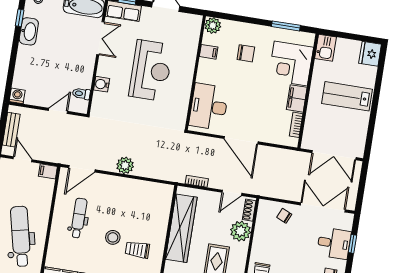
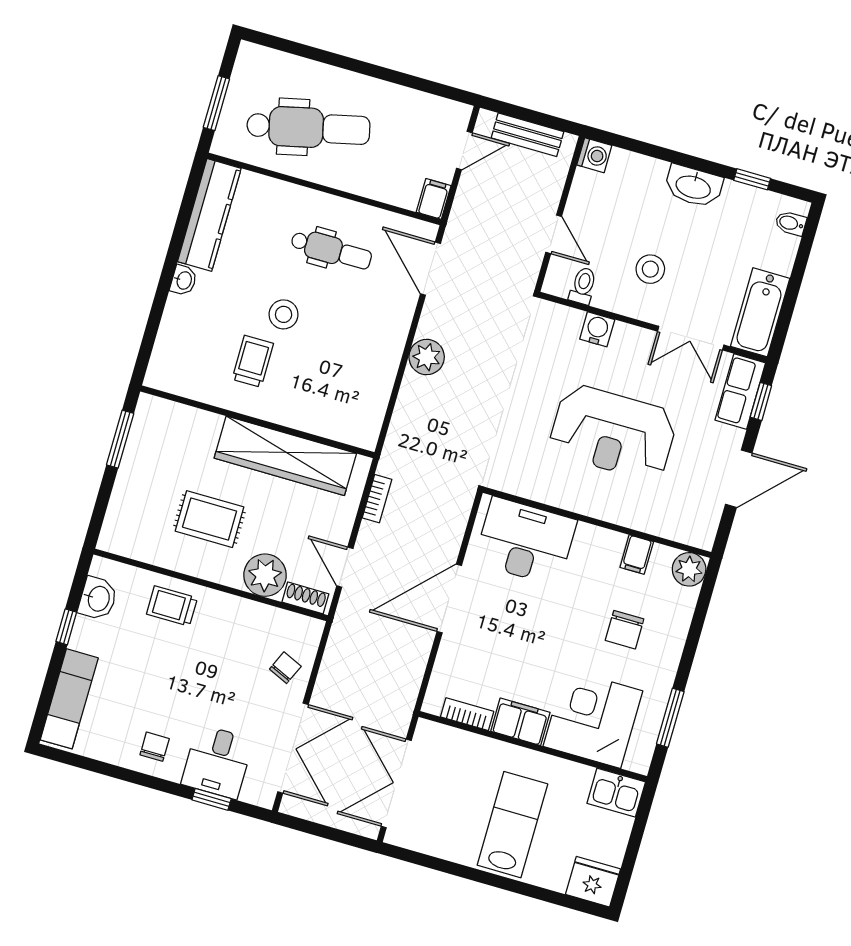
washbasin: (29, 31) -> (693, 186), moved
stool: (69, 62) -> (650, 269), added

